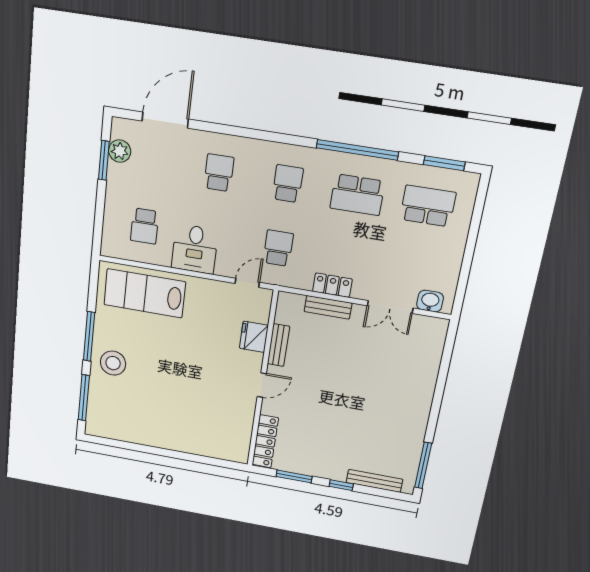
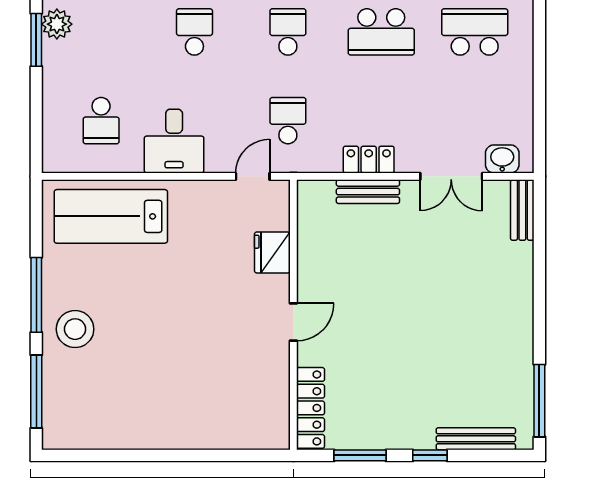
bench: (278, 345) -> (522, 210), moved

